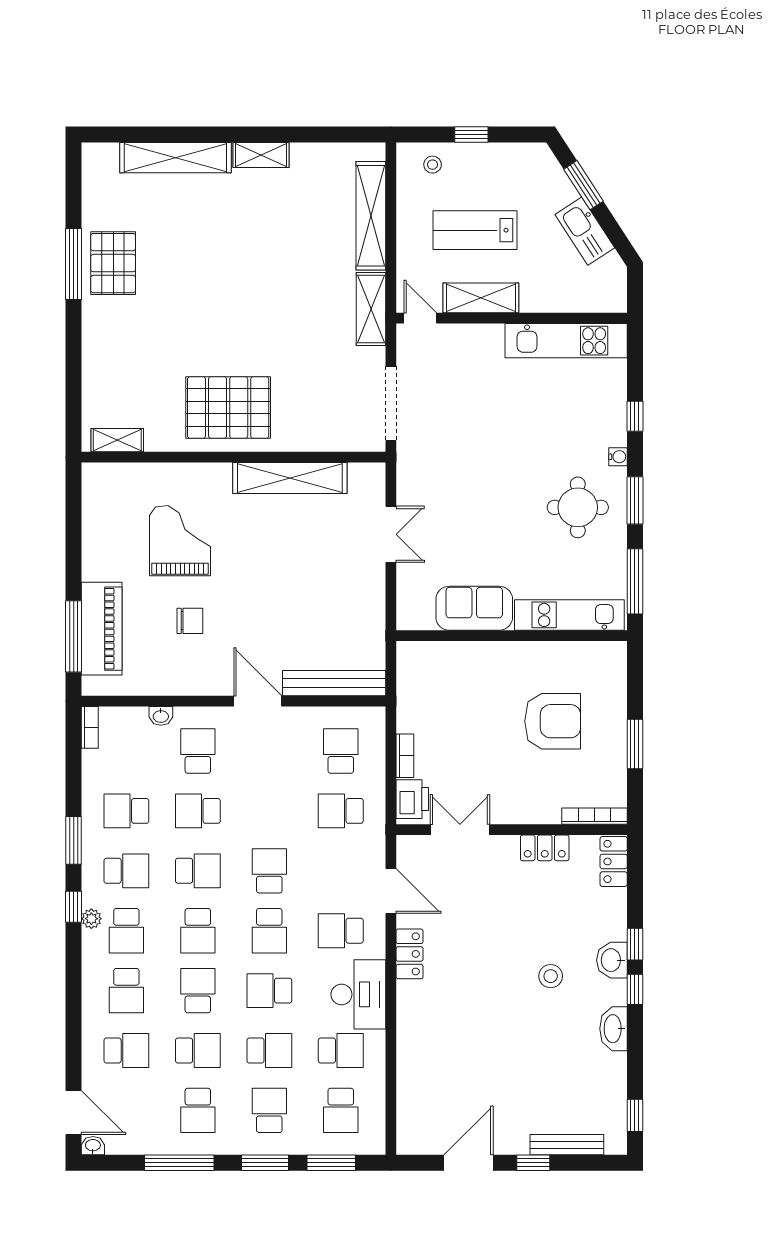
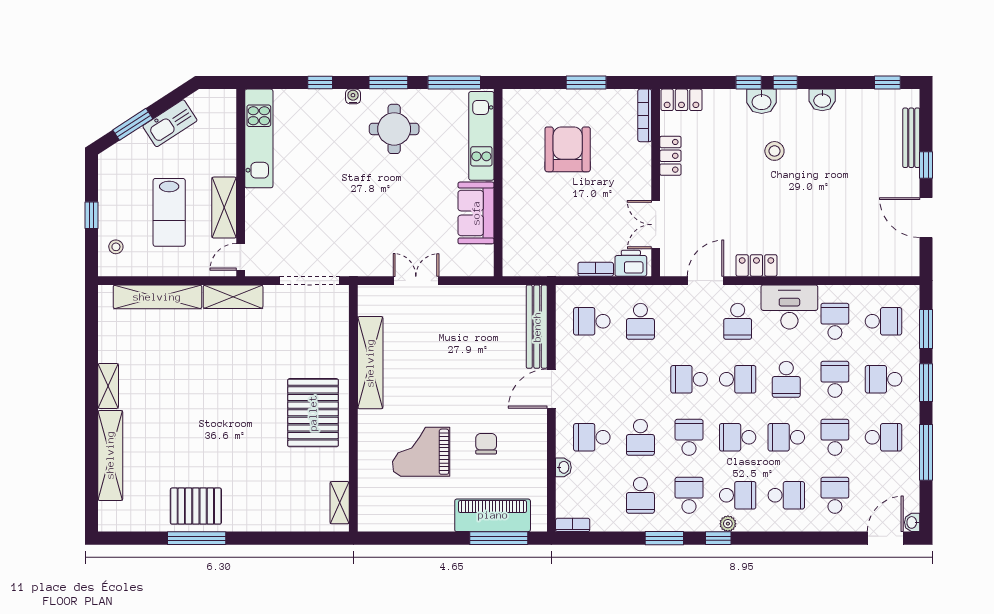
school desk: (198, 931) -> (738, 437), turned 180
washbasin: (614, 1029) -> (822, 100), width x0.72

